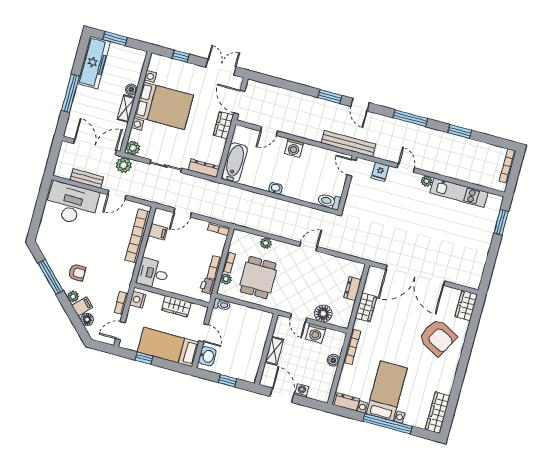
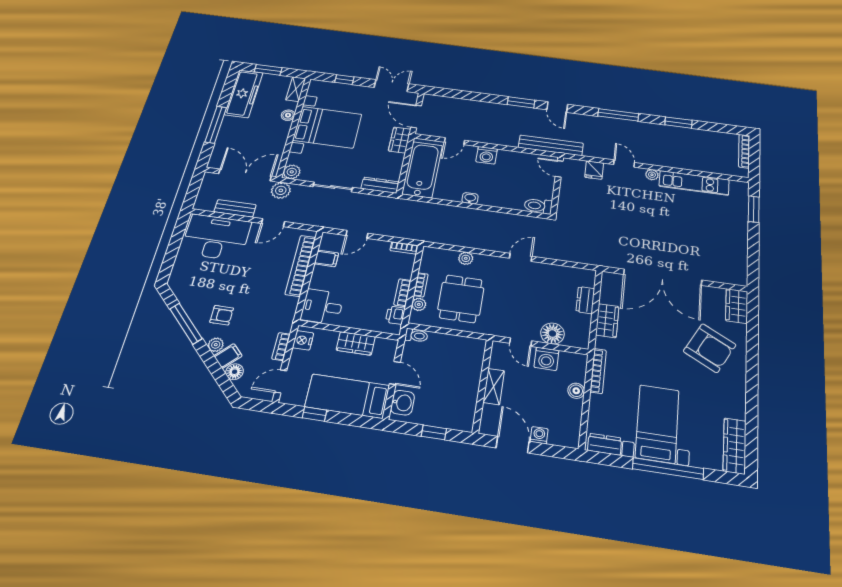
shelving: (126, 109) -> (296, 89), moved
bathtub: (235, 163) -> (422, 170), width x1.36, depth x1.36

